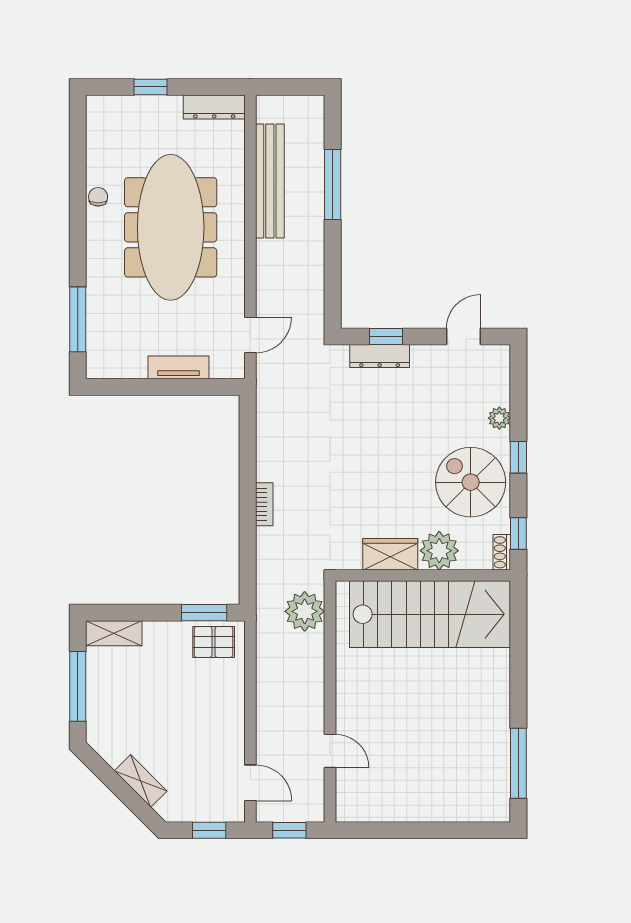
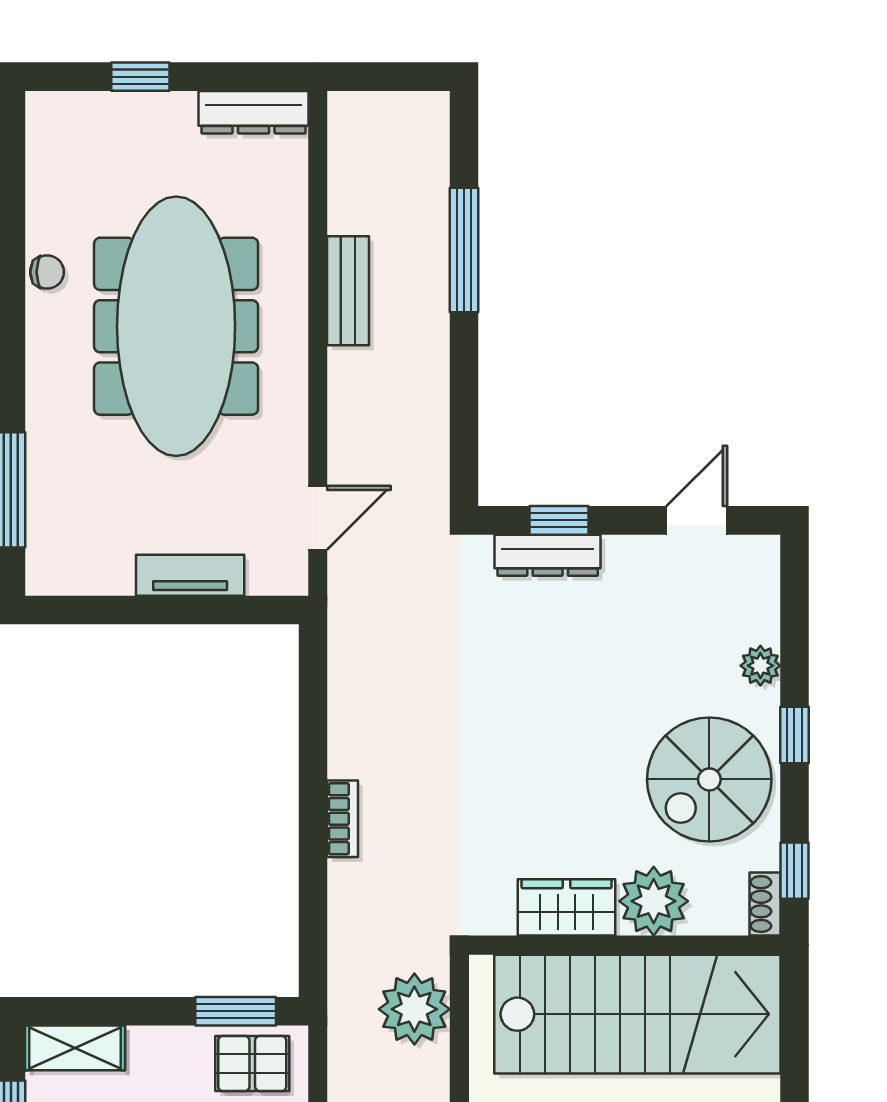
bench: (270, 181) -> (348, 291), width x0.54, depth x0.82
chair: (98, 197) -> (47, 272), turned 90
spiral stairs: (471, 482) -> (709, 779), turned -90

